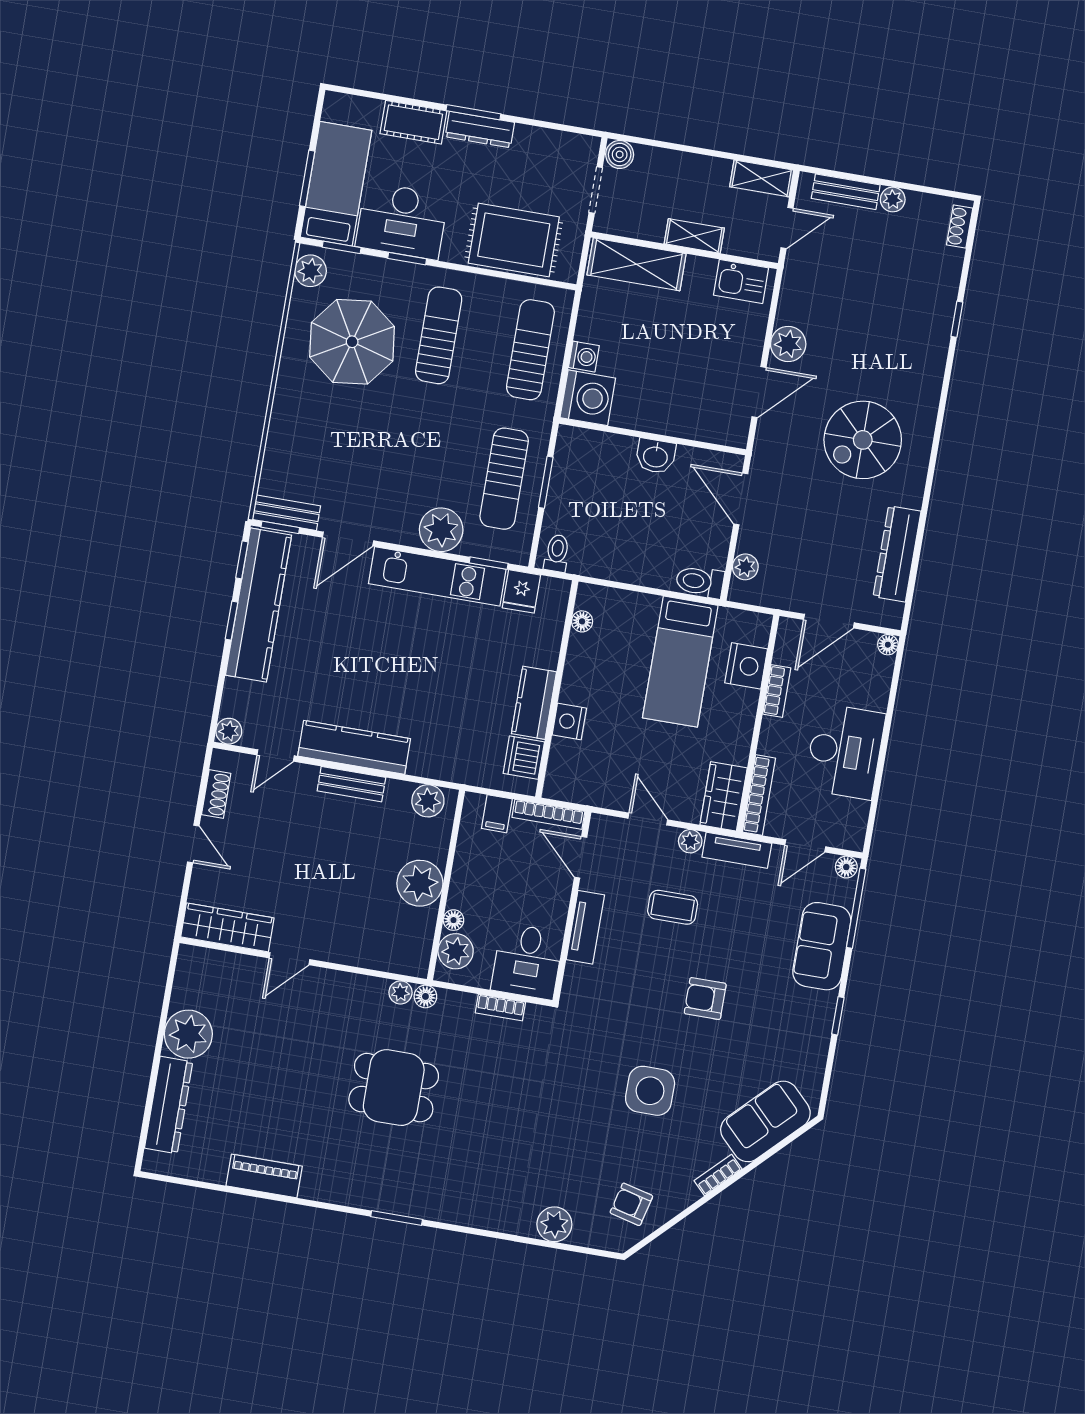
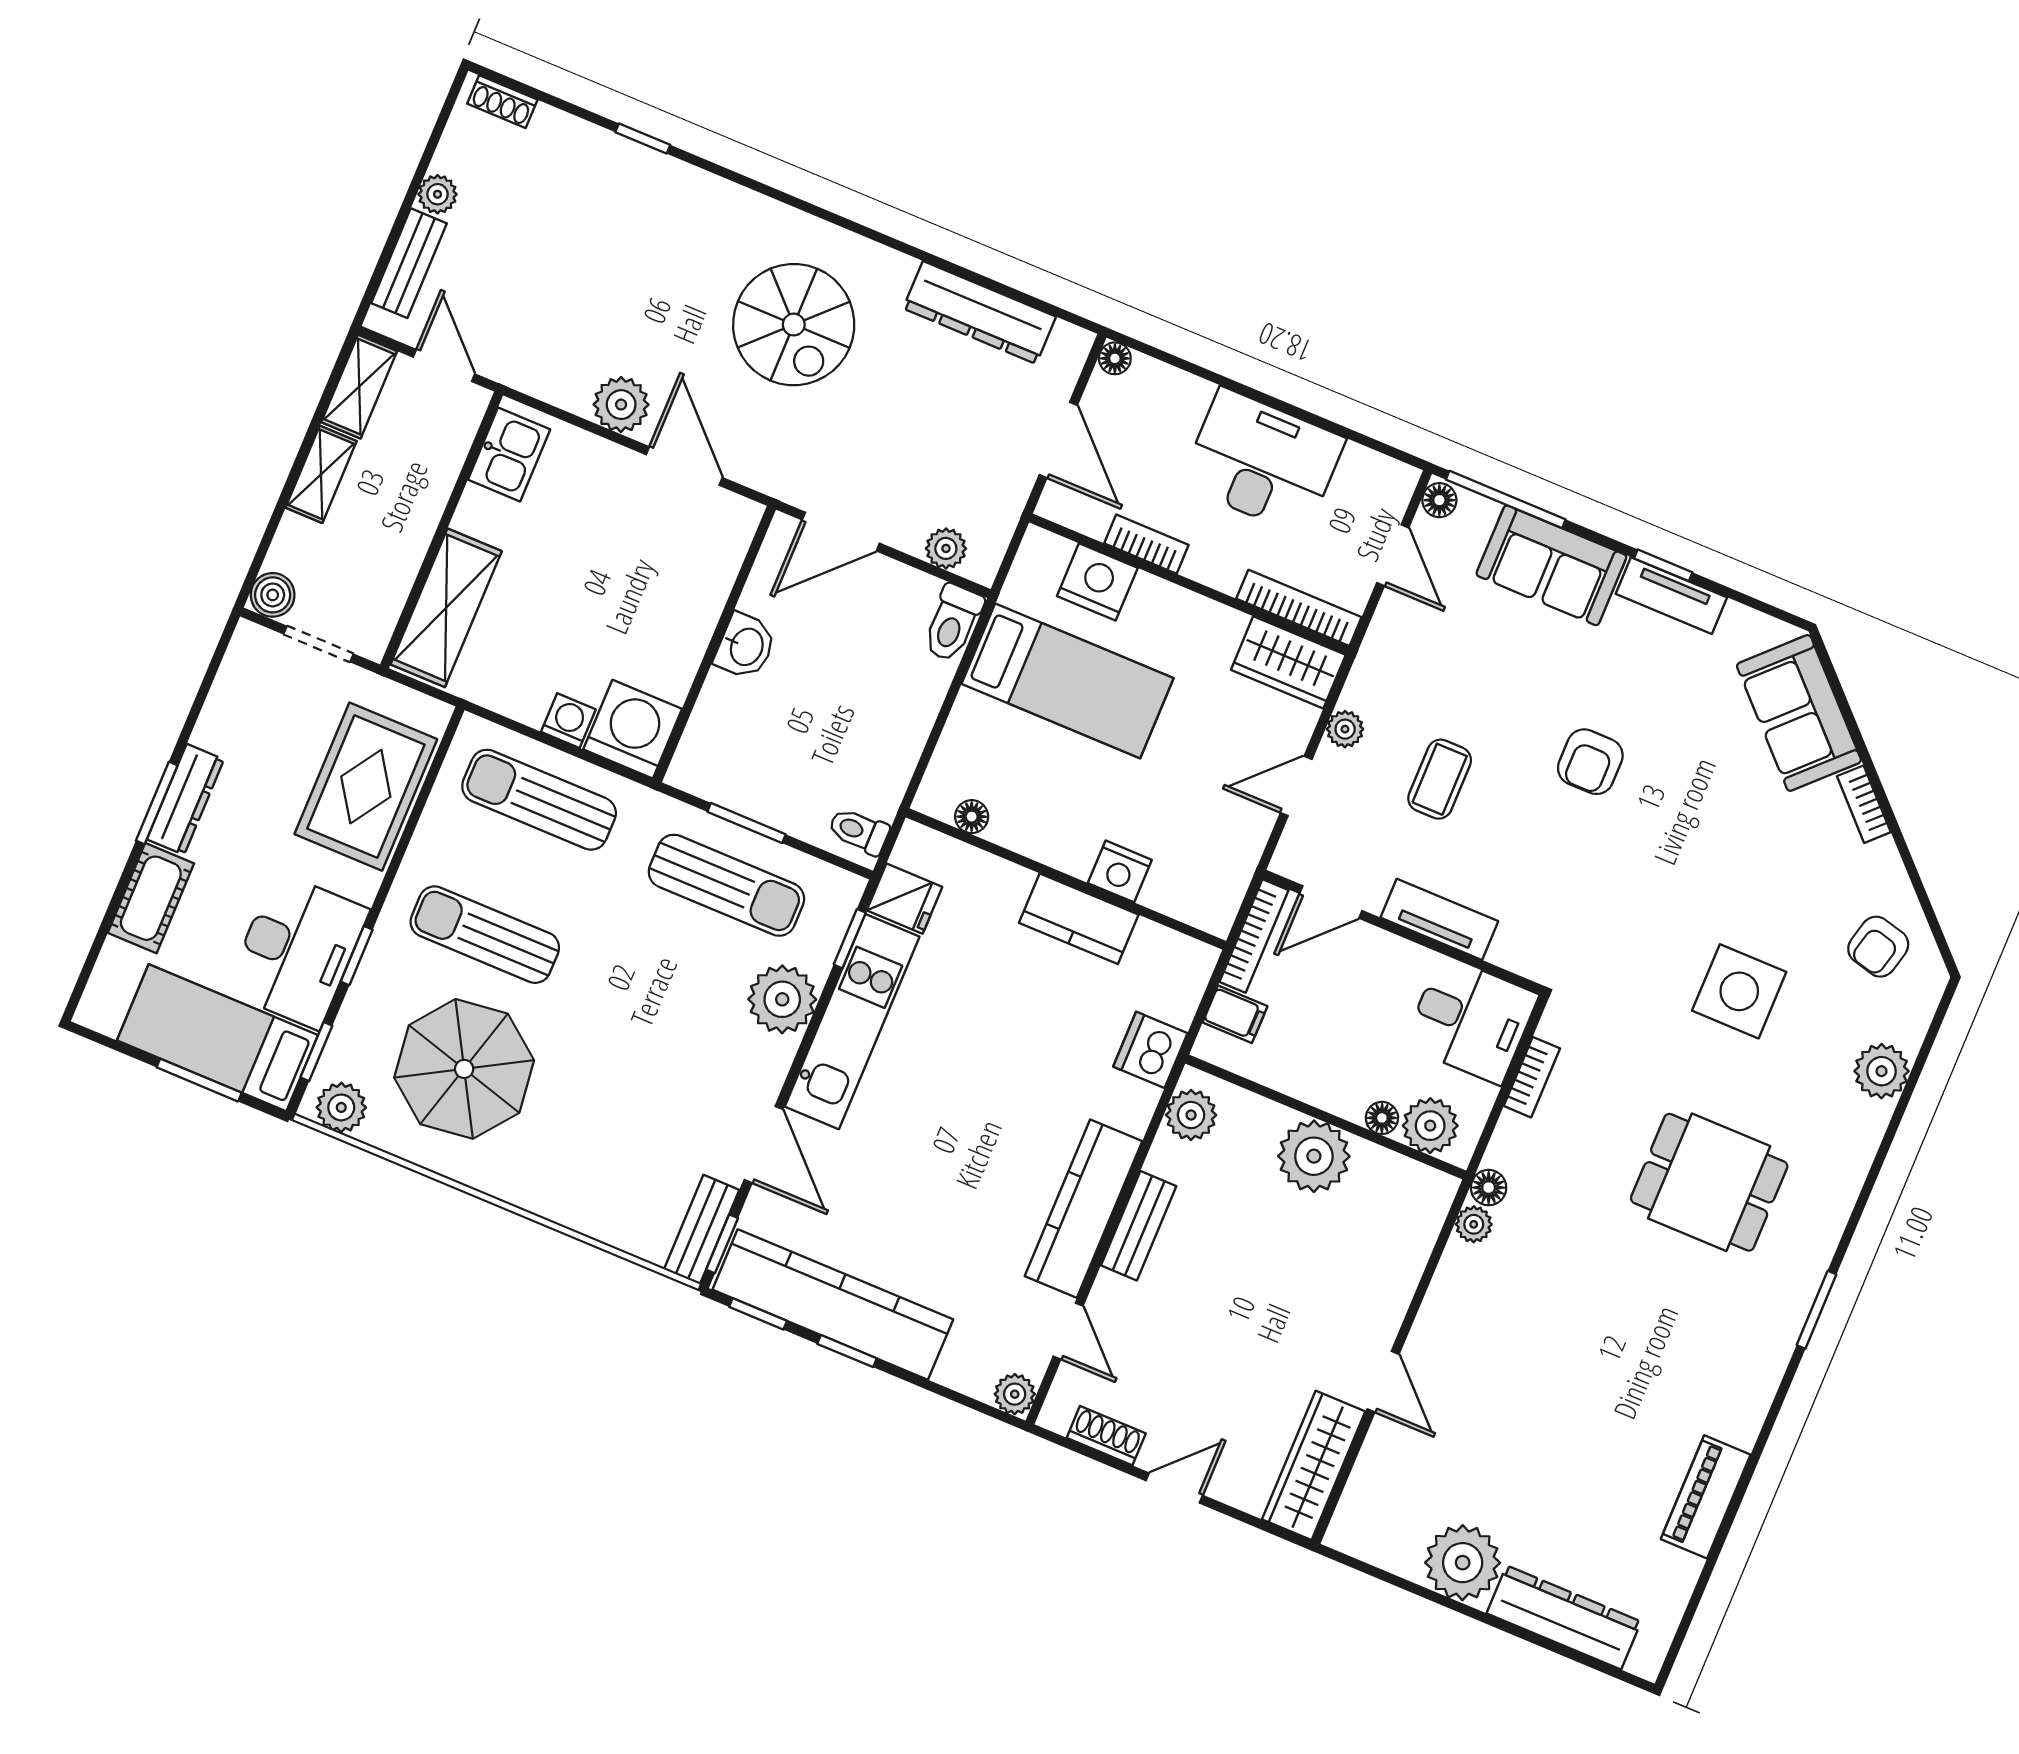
shelving: (694, 236) -> (321, 474), moved
dishwasher: (524, 758) -> (1150, 1050), moved, turned 90
tv unit: (737, 850) -> (1671, 596), moved, turned 90
dining table: (394, 1088) -> (1709, 1182), moved, turned 90
side table: (650, 1091) -> (1739, 991), moved

